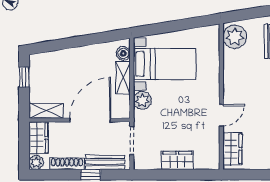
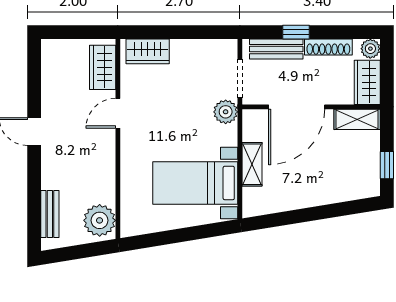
boiler: (123, 53) -> (252, 197), removed
plant: (142, 100) -> (226, 112), moved
wardrobe: (177, 160) -> (148, 51), moved

